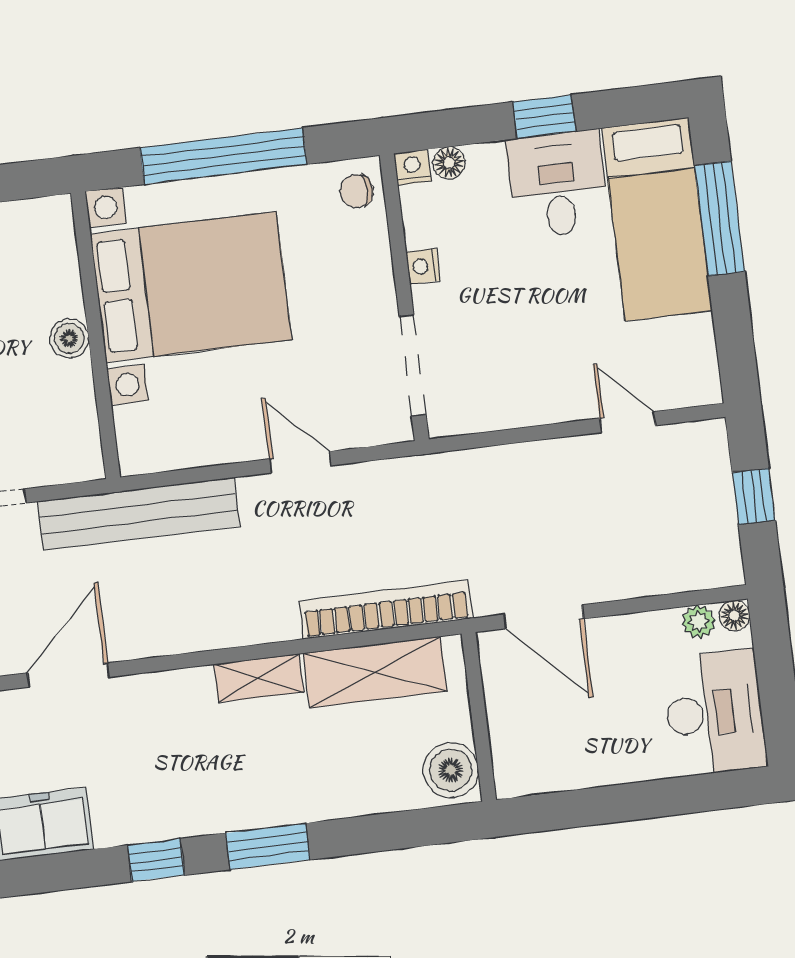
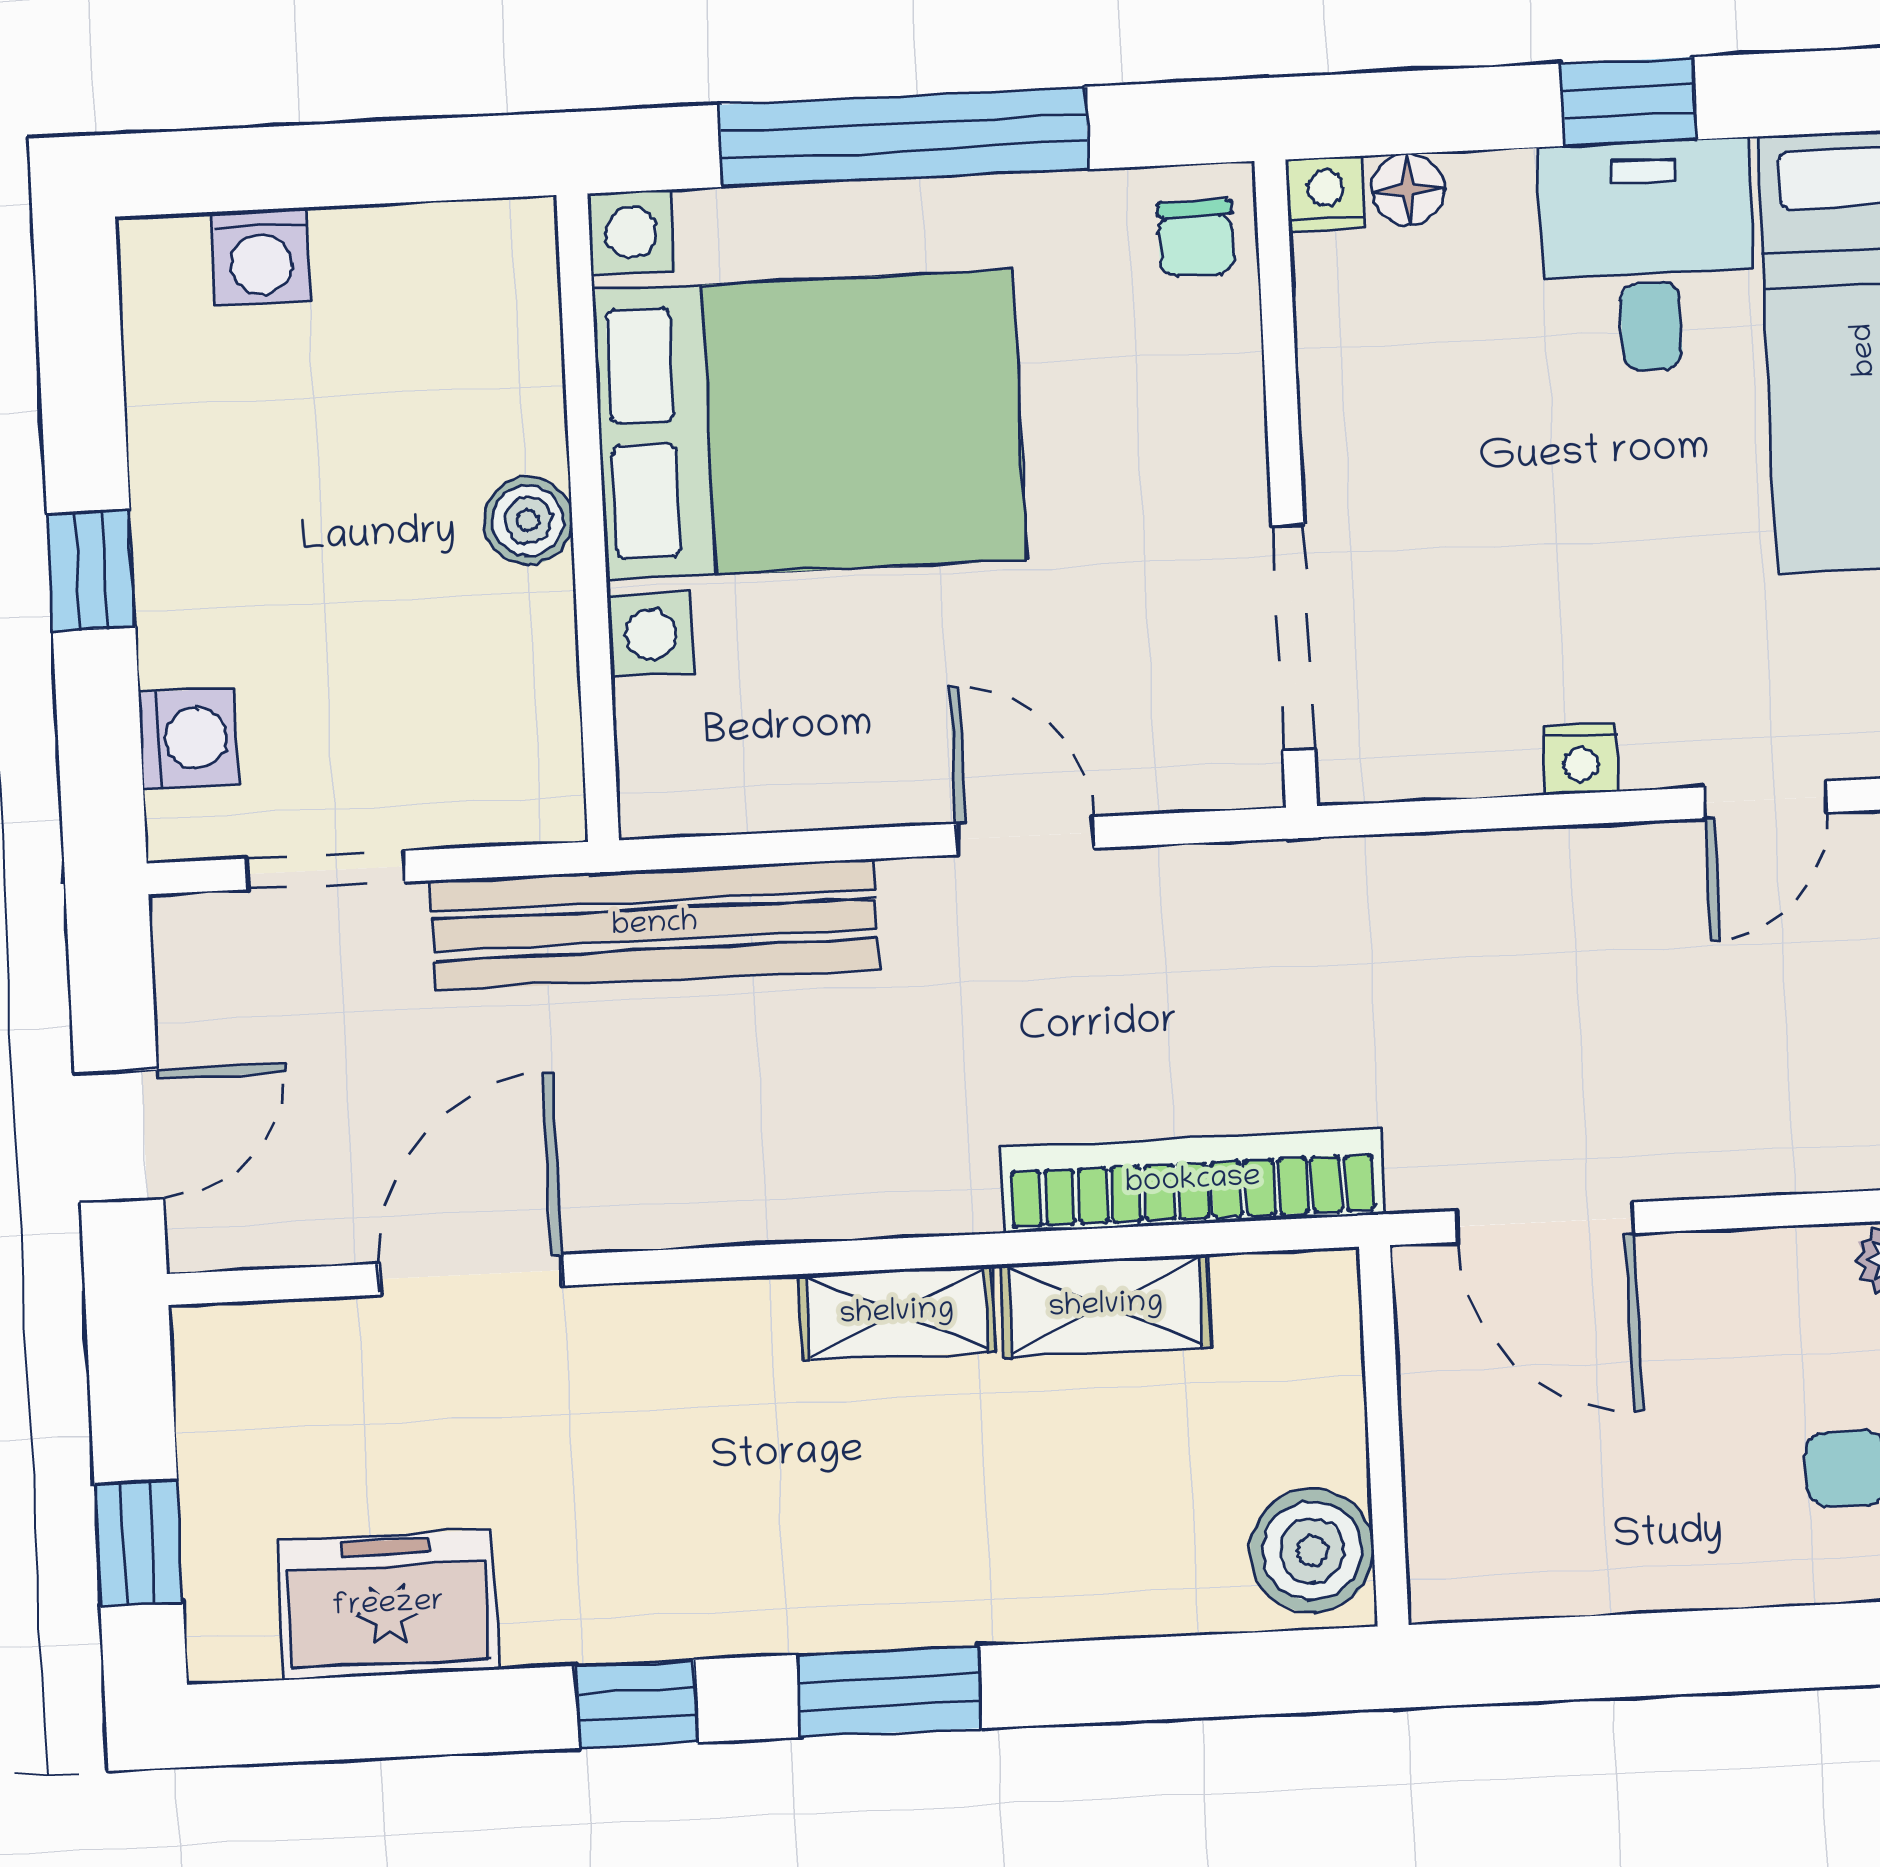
chair: (356, 191) -> (1196, 238), turned -90
nightstand: (423, 266) -> (1581, 759), moved, turned -90
door: (628, 422) -> (1766, 800), swing flipped
shelving: (375, 672) -> (1106, 1306), width x0.67, depth x0.75

